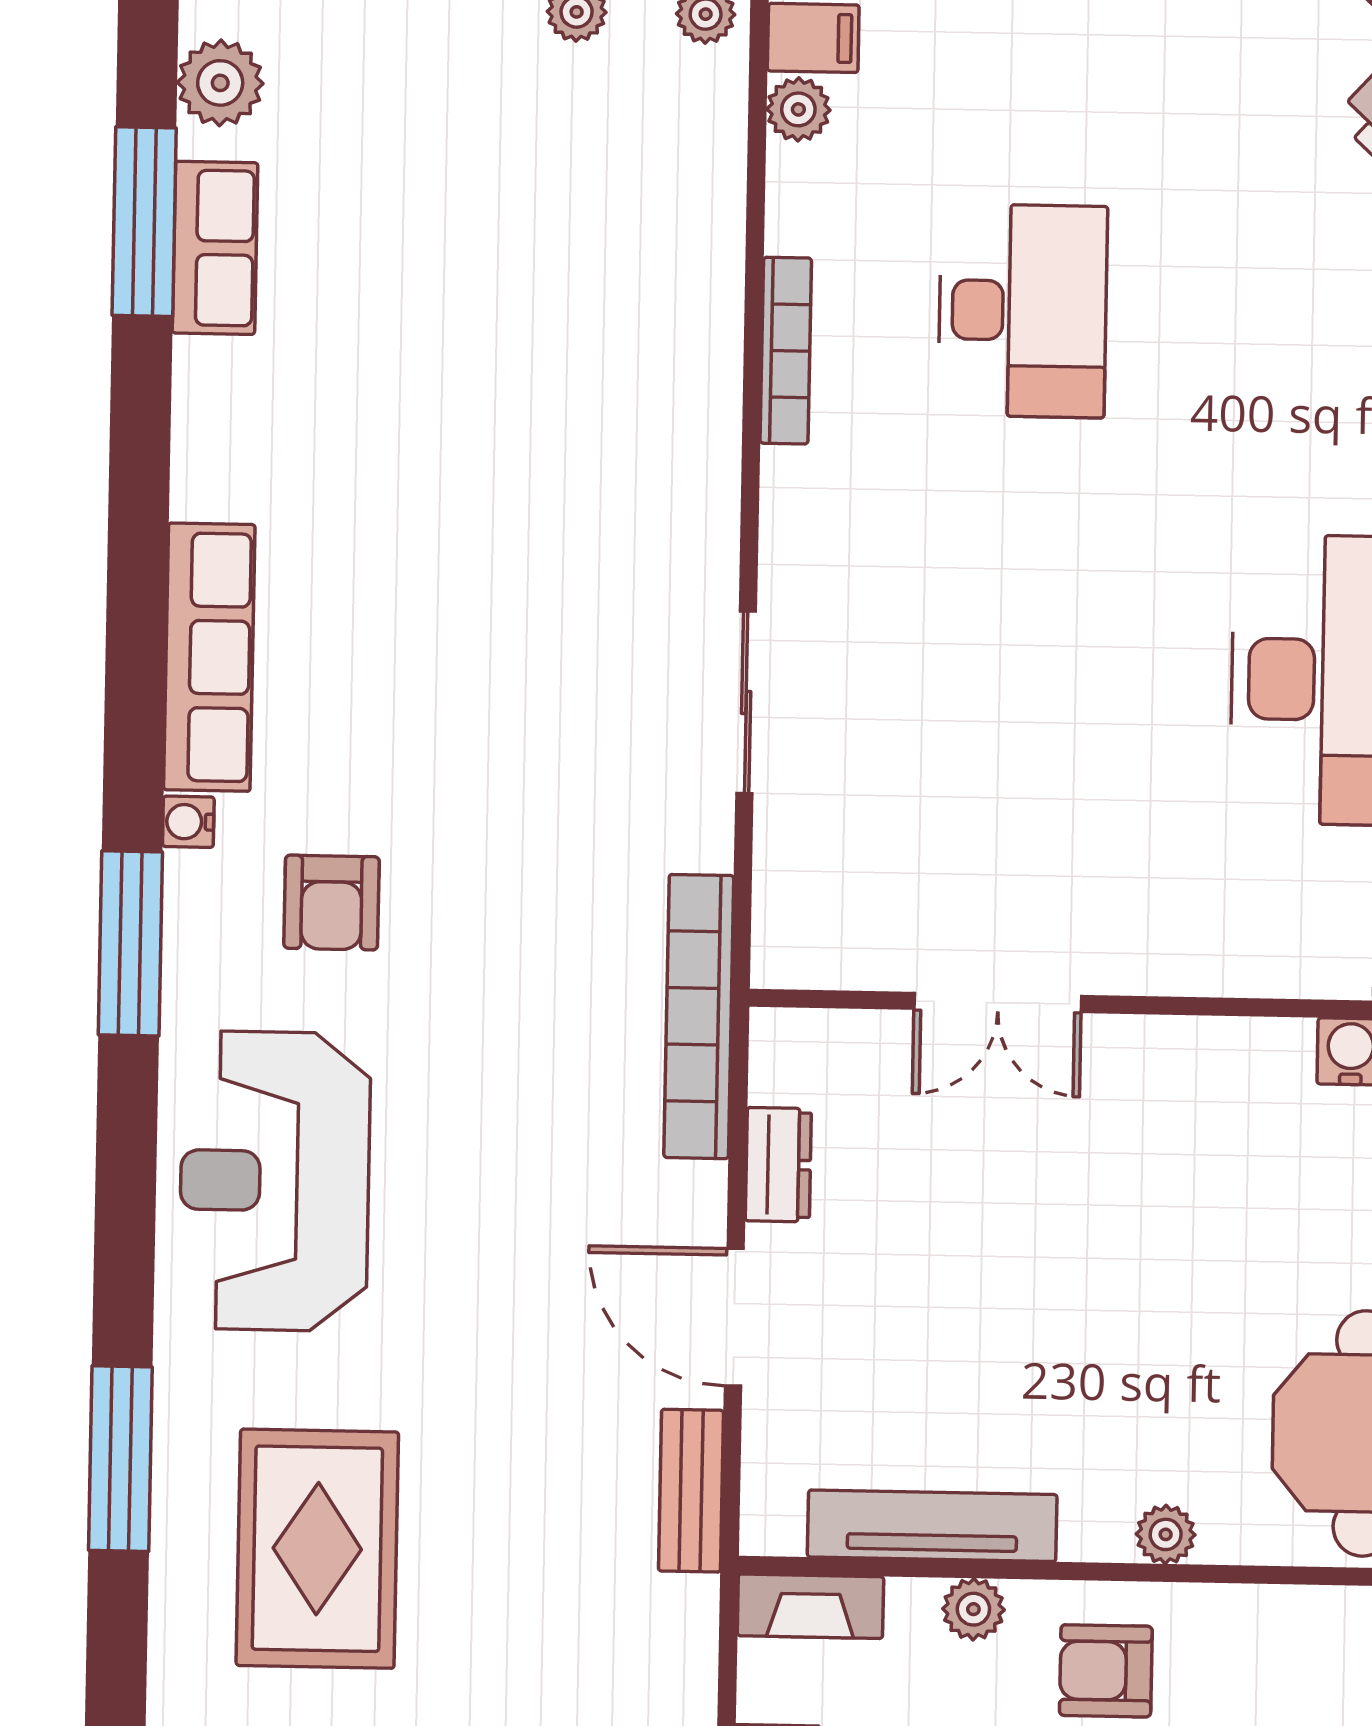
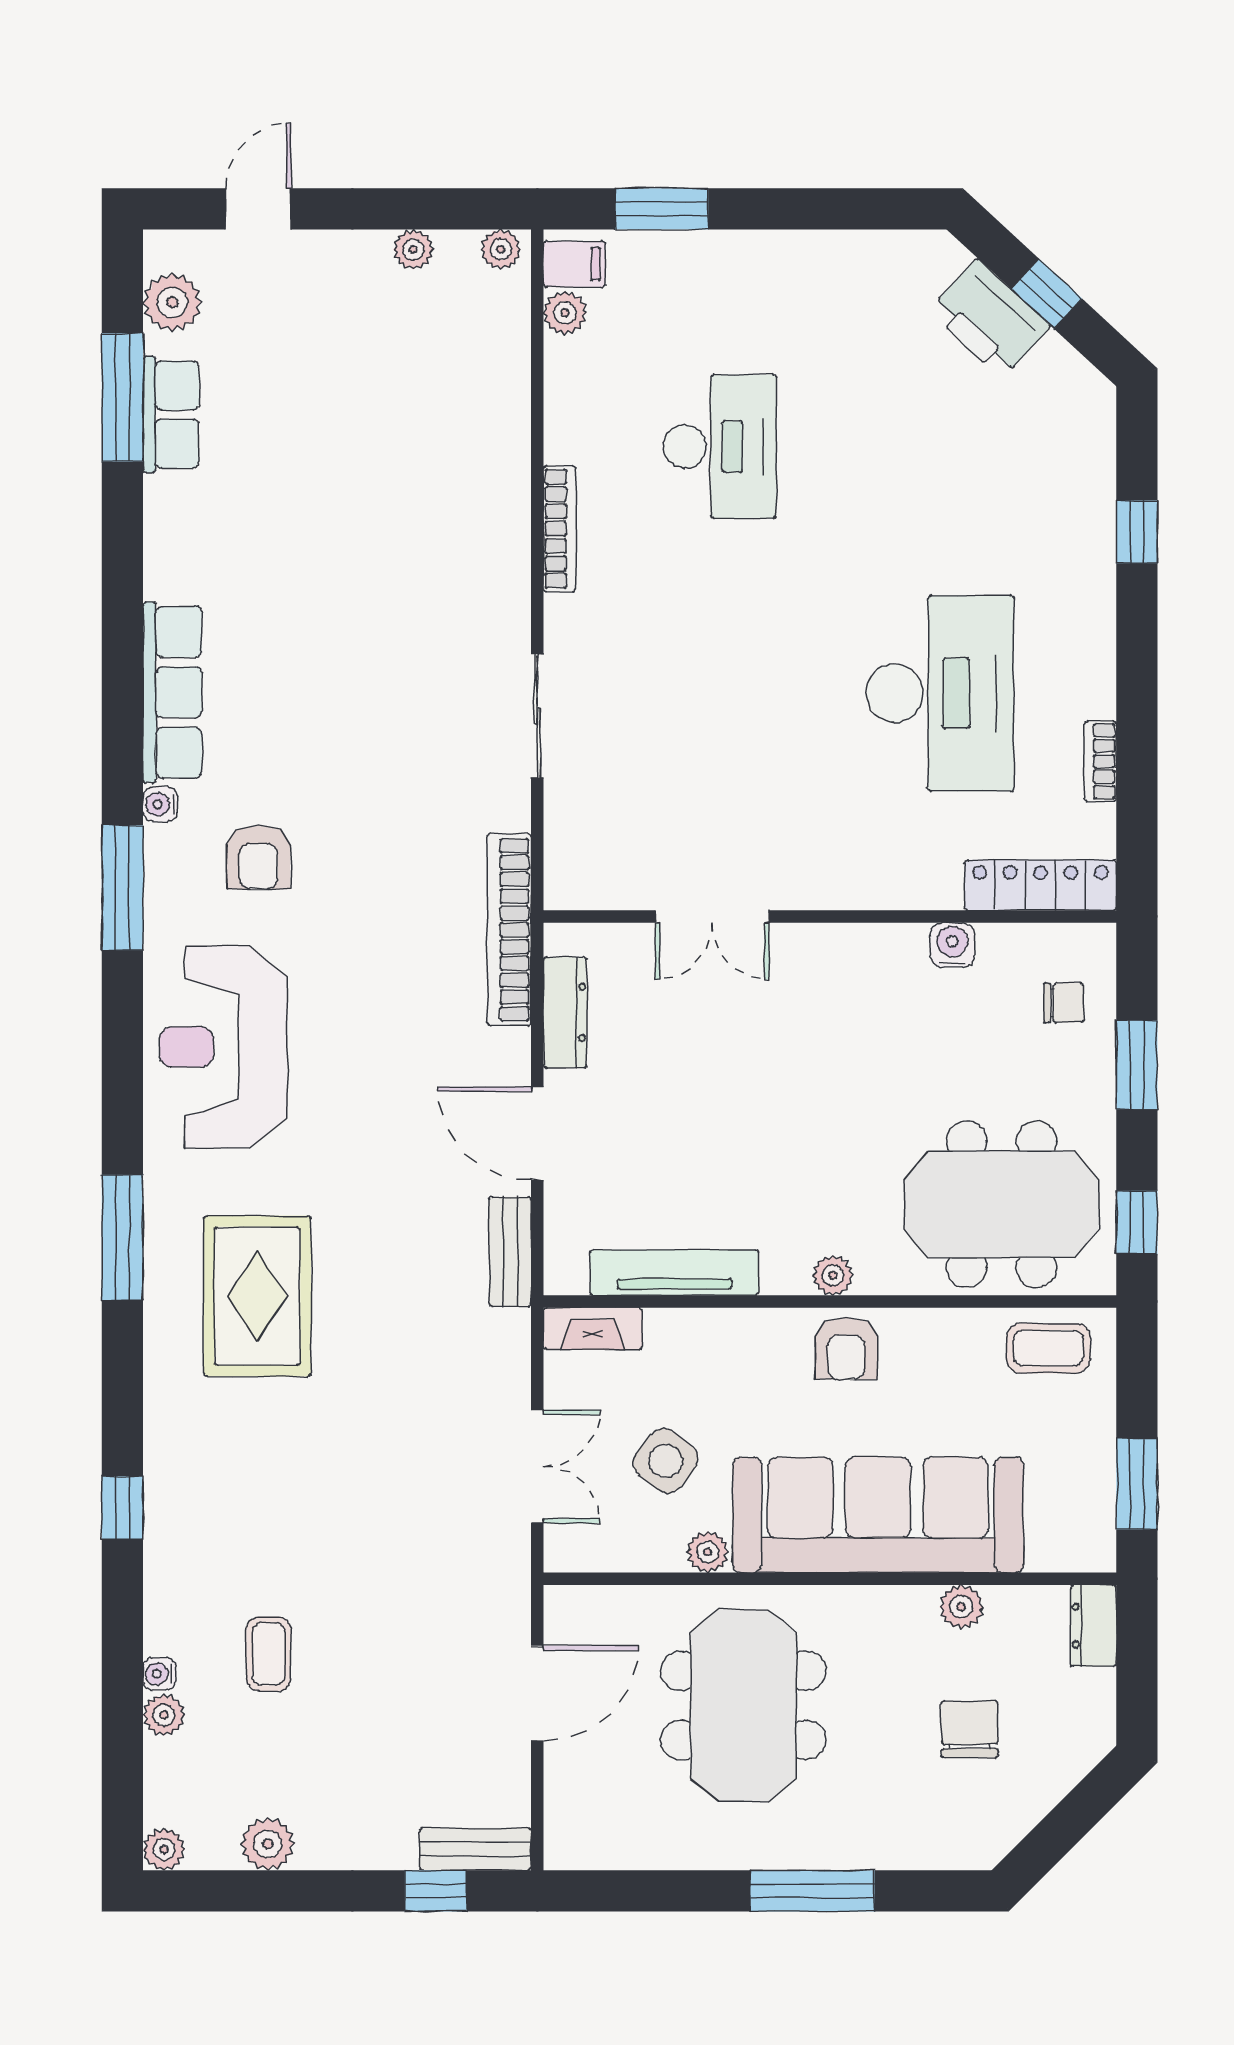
bookcase: (786, 351) -> (560, 529), moved
dresser: (778, 1165) -> (565, 1013), width x1.44
plant: (973, 1609) -> (703, 1329), removed
armchair: (1106, 1671) -> (846, 1349), moved, turned -90

